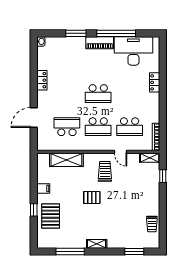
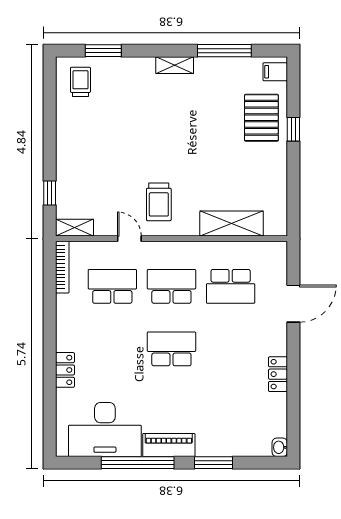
filing cabinet: (43, 189) -> (275, 72), moved
pallet: (92, 198) -> (184, 152), removed
trolley: (152, 224) -> (80, 82), moved

